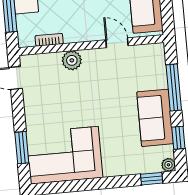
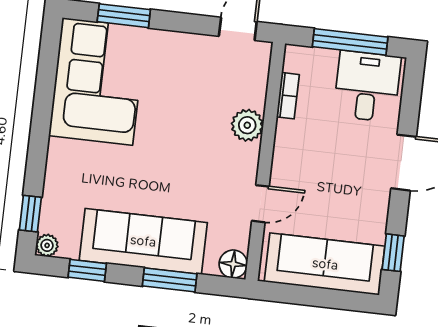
floor lamp: (156, 51) -> (233, 264), added
window: (174, 87) -> (170, 280), width x0.69
sofa: (155, 118) -> (143, 241), width x1.36

